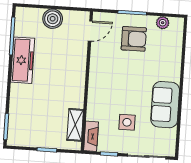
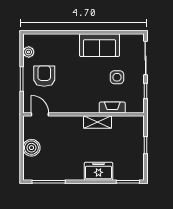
freezer: (23, 60) -> (99, 171), moved, width x0.71
shelving: (75, 125) -> (98, 122), moved
fireplace: (91, 136) -> (112, 108), moved

